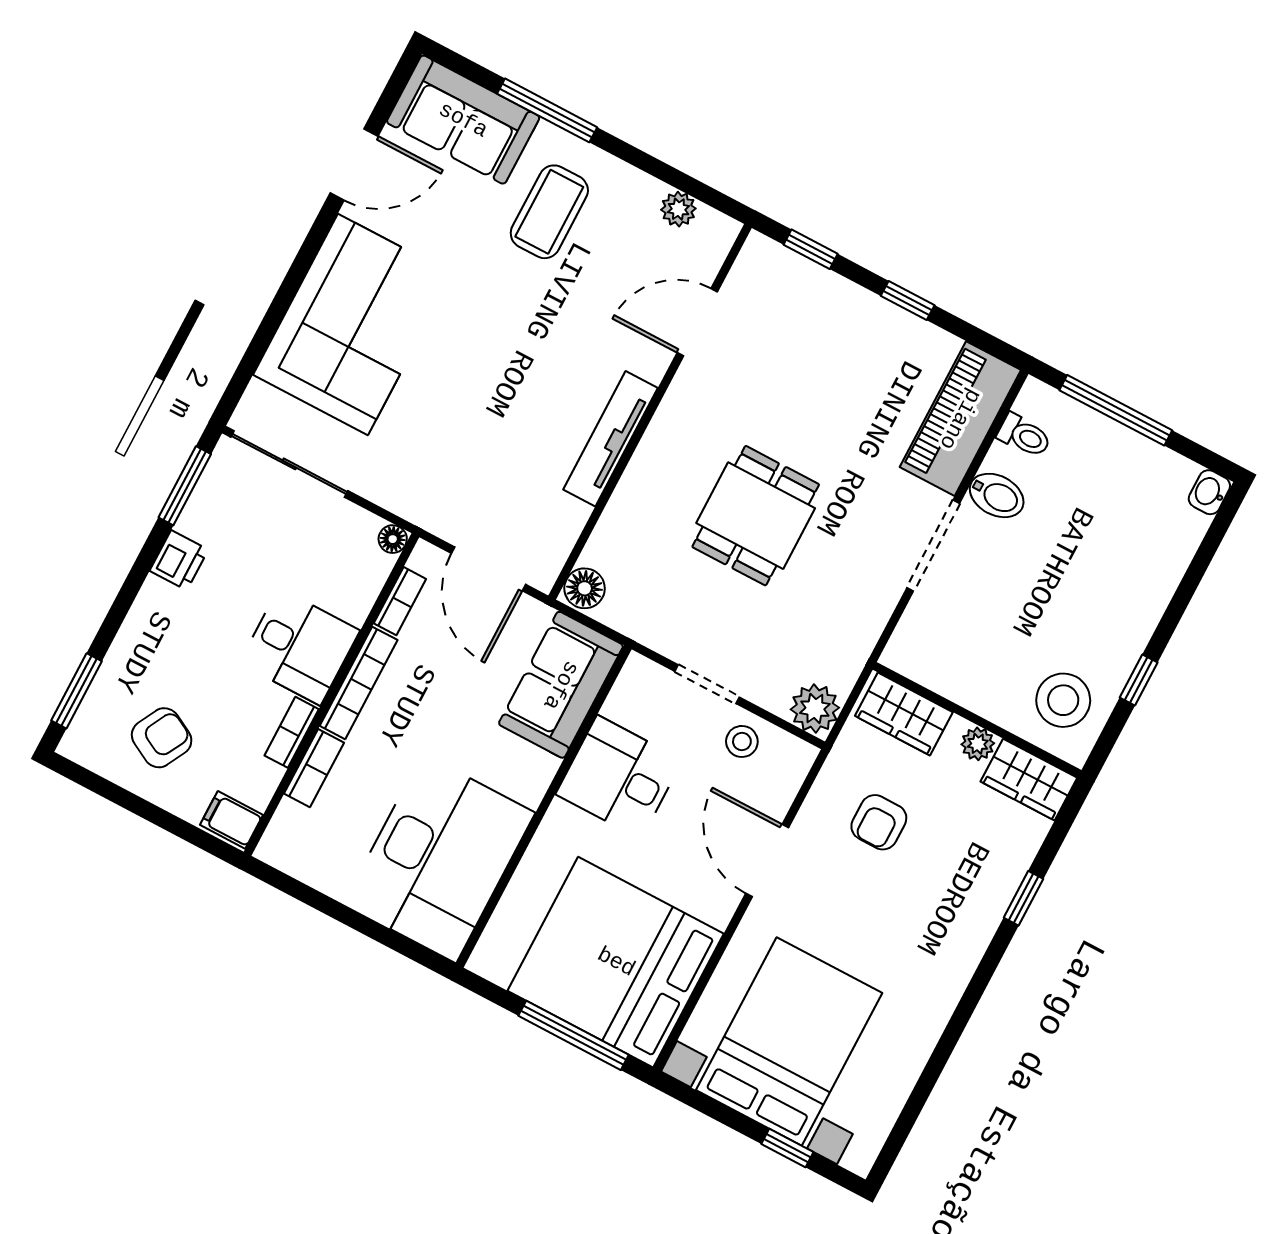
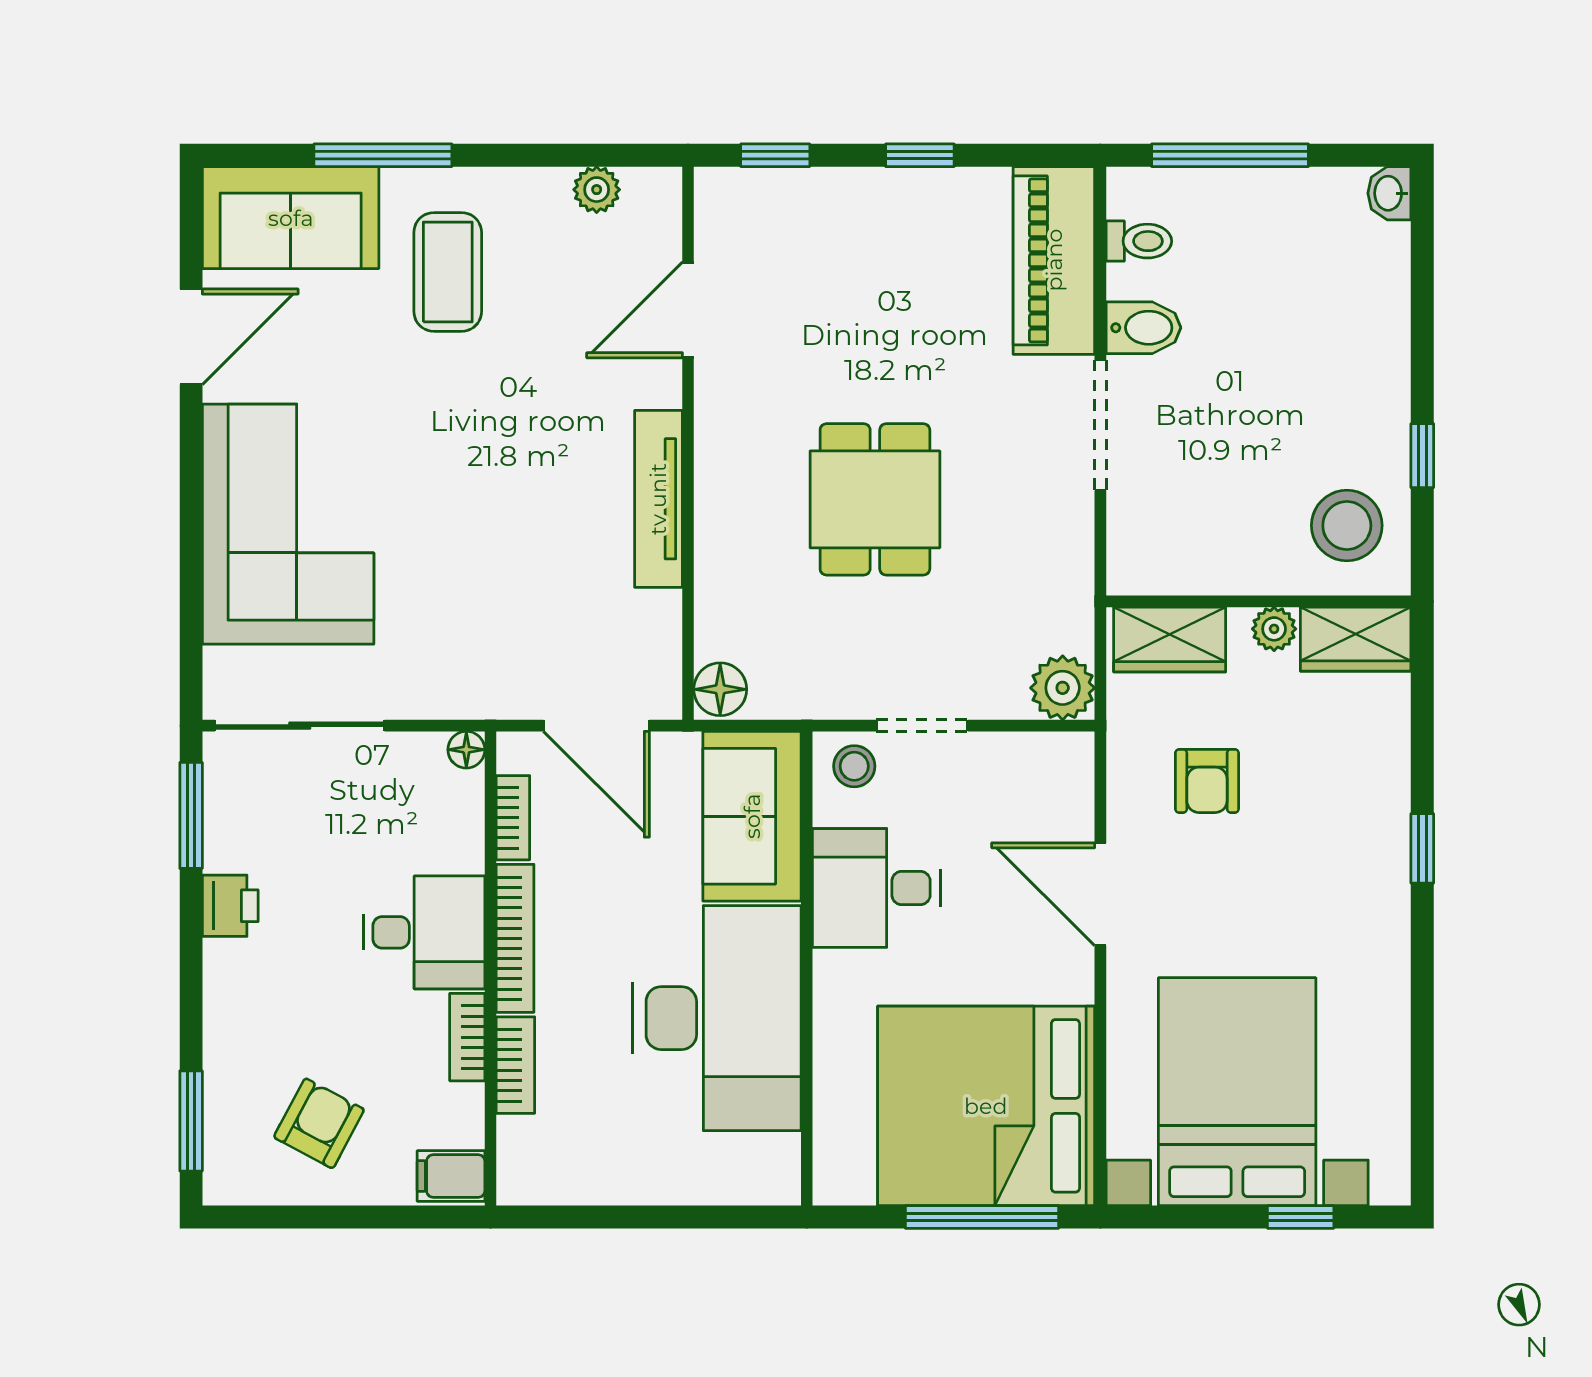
stool: (742, 741) -> (854, 766), moved
desk: (439, 858) -> (717, 1018), moved
window: (1023, 898) -> (1422, 848), moved

